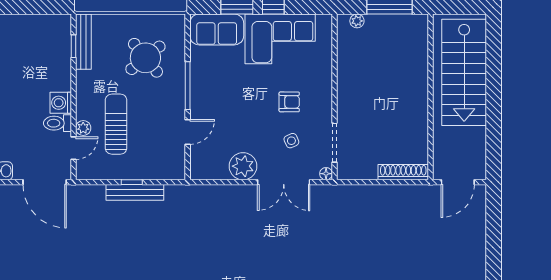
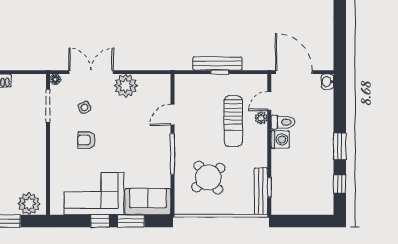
plant: (357, 21) -> (29, 204), width x1.88, depth x1.88

